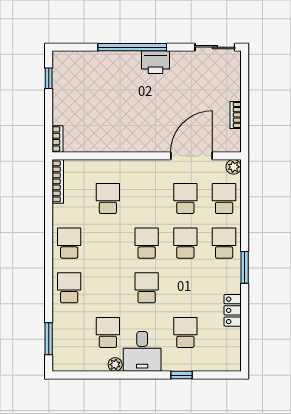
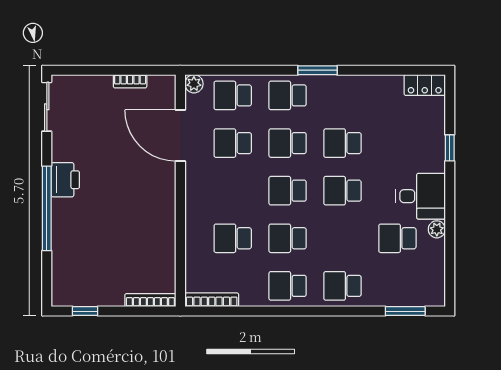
bookcase: (58, 139) -> (150, 300), width x1.56
school desk: (108, 243) -> (288, 238), added
locker: (233, 310) -> (425, 85), moved
school desk: (185, 332) -> (343, 143), moved

